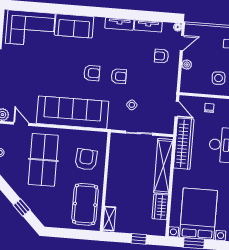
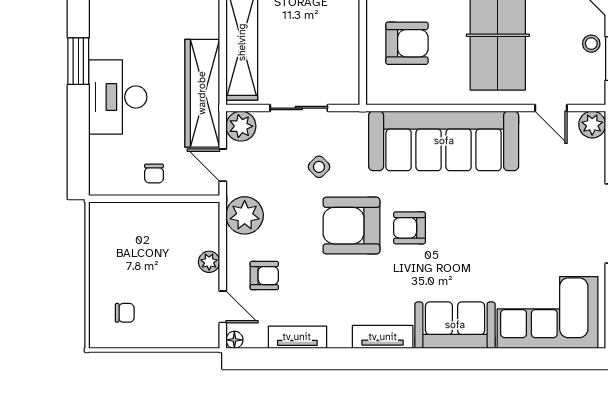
tv unit: (119, 24) -> (383, 337), moved
door: (182, 43) -> (223, 307), swing flipped
armchair: (119, 76) -> (351, 226), width x1.88, depth x1.88
side table: (219, 78) -> (139, 238), removed
plant: (168, 85) -> (245, 215), added
plant: (167, 127) -> (241, 126), added
armchair: (86, 159) -> (407, 43), turned -94

